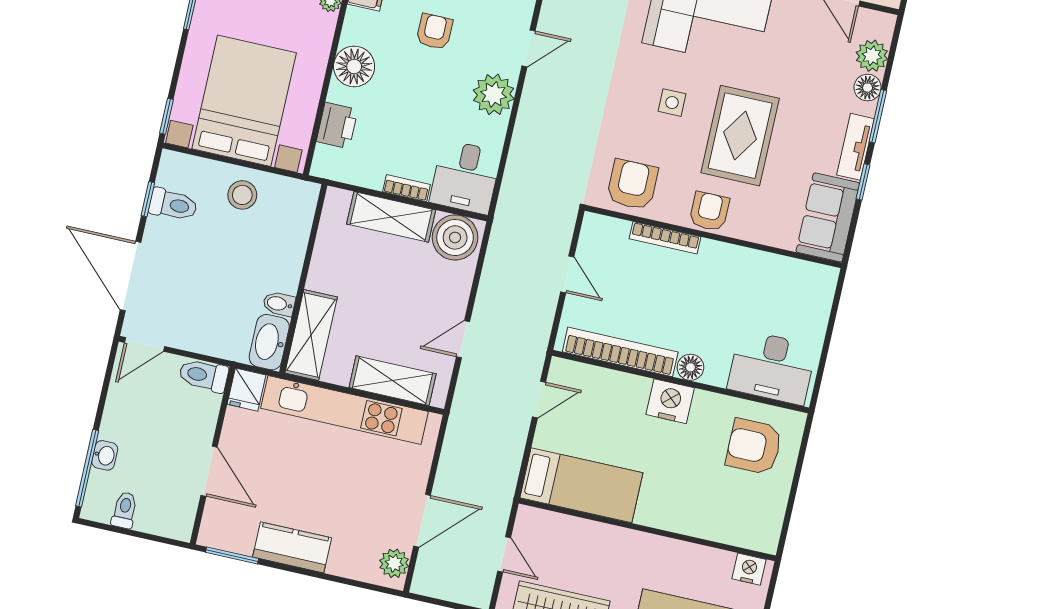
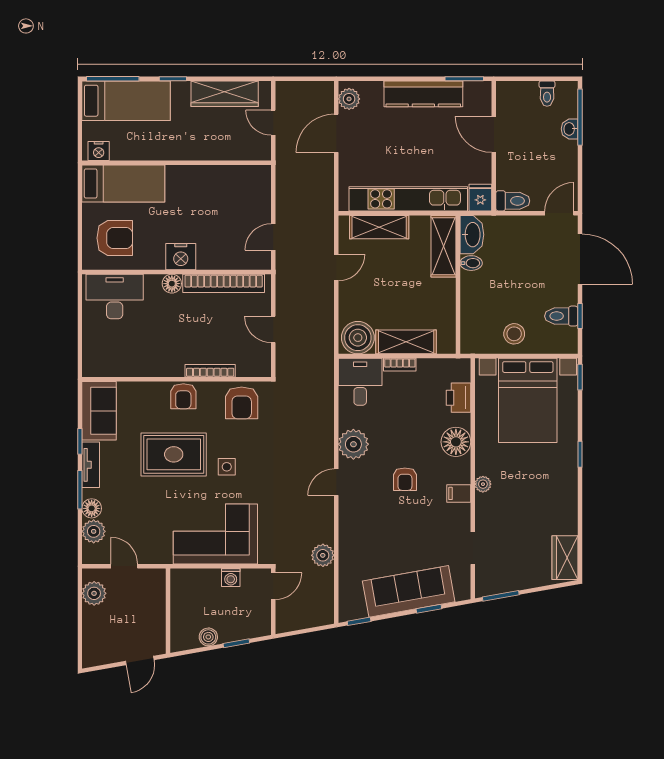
rug: (740, 136) -> (174, 454), turned 90
bed: (581, 485) -> (123, 183), moved, turned 180
kitchen counter: (292, 547) -> (423, 94), width x1.50

